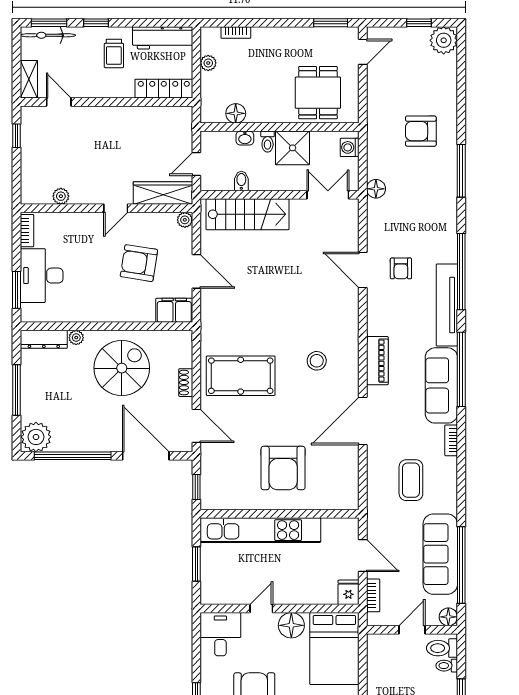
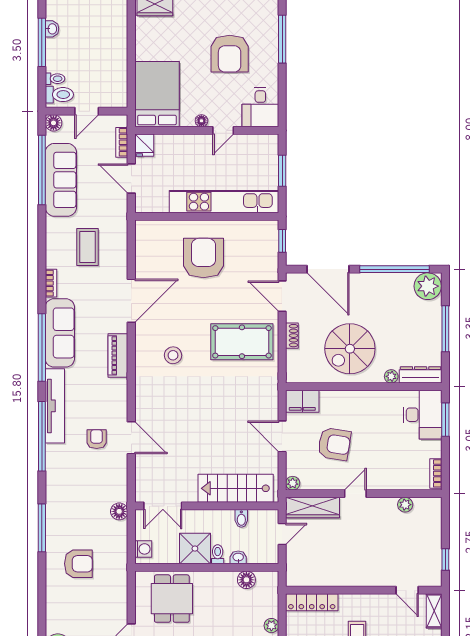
desk: (42, 276) -> (423, 415), moved
floor lamp: (291, 625) -> (201, 121), width x0.53, depth x0.53

